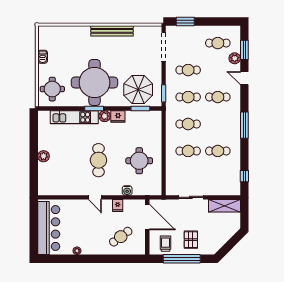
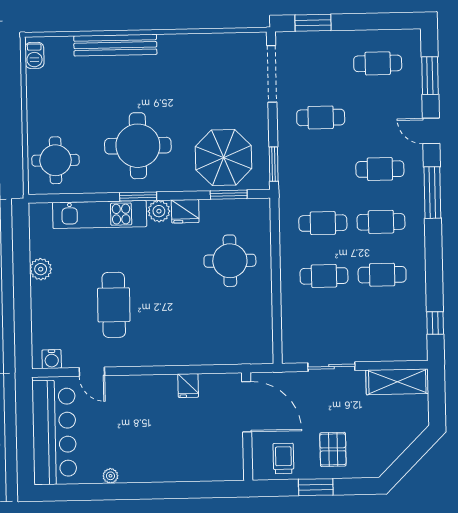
bench: (112, 31) -> (115, 45), moved
barbecue: (43, 57) -> (34, 55), moved
plant: (235, 58) -> (411, 93), removed
round table: (94, 82) -> (138, 146), width x0.73, depth x0.73
cafe table: (188, 97) -> (381, 222), moved
window: (244, 125) -> (432, 193), moved
plant: (44, 156) -> (41, 269), moved
cafe table: (98, 160) -> (114, 305), moved
round table: (139, 161) -> (230, 261), moved
water cooler: (127, 191) -> (52, 359), moved
door: (95, 197) -> (92, 372), moved
cafe table: (121, 237) -> (196, 446), removed
window: (182, 259) -> (316, 487), width x0.47

